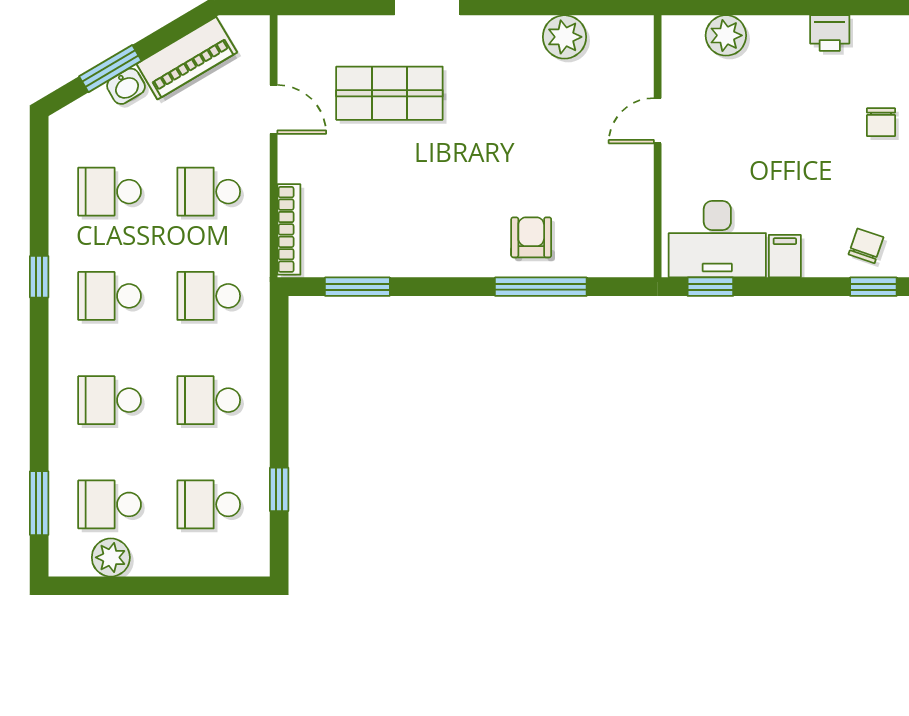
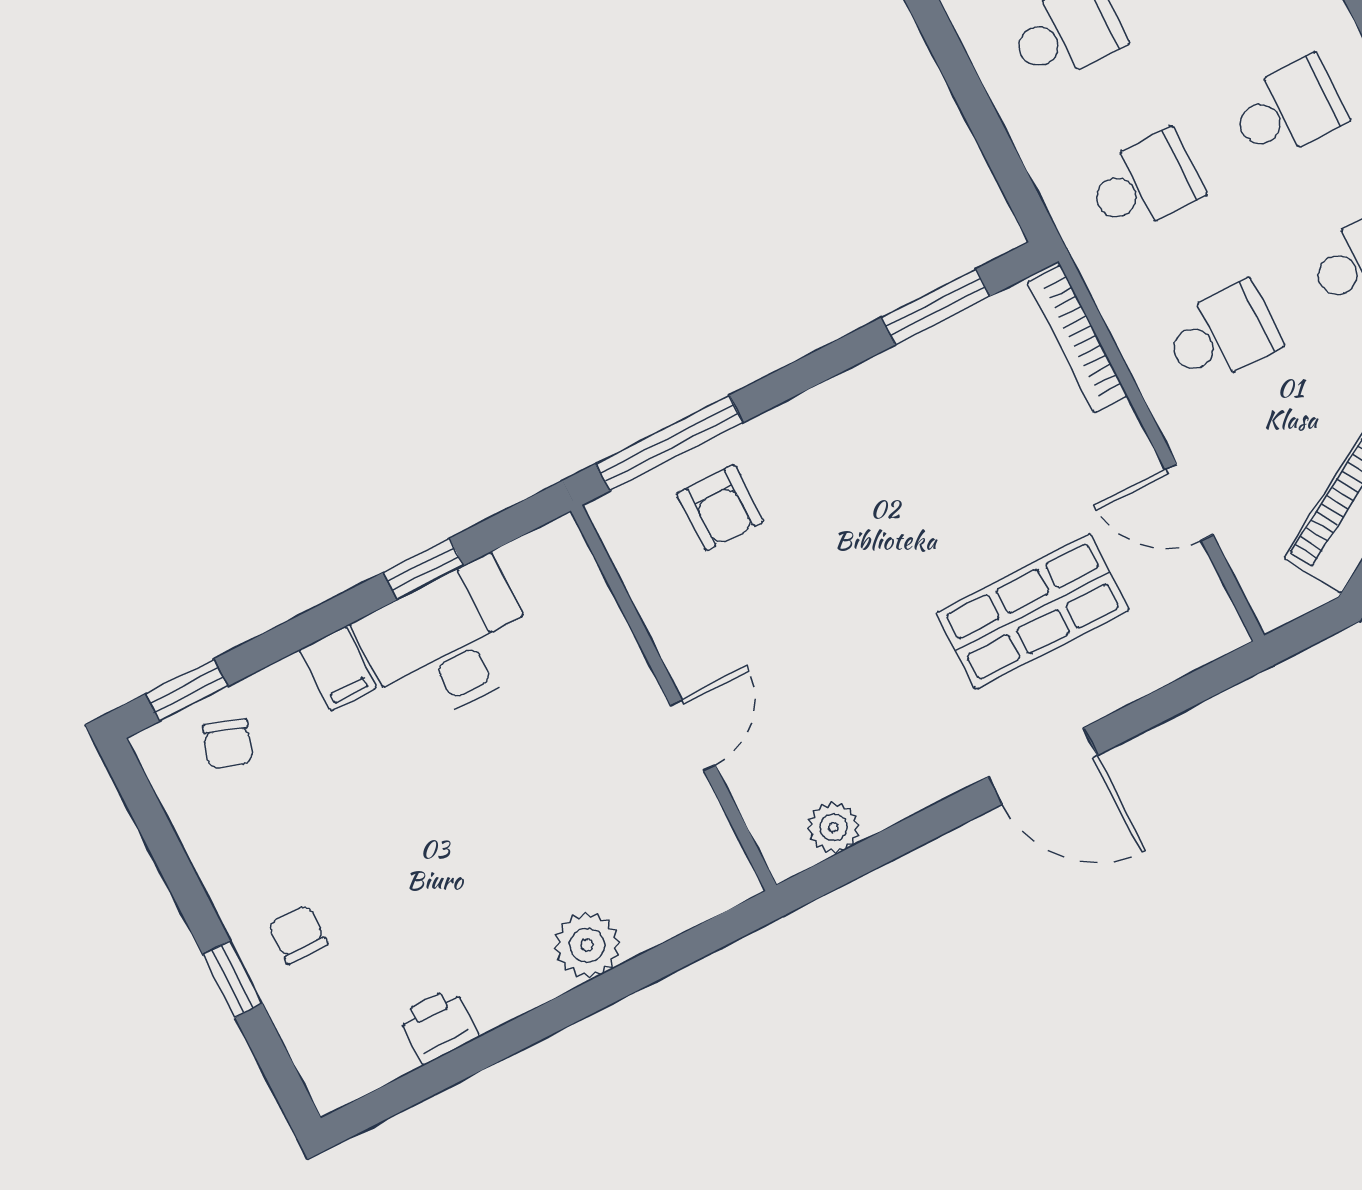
plant: (564, 37) -> (833, 827), width x0.73, depth x0.73
door: (658, 121) -> (693, 735), moved
wall: (658, 146) -> (674, 698), moved

